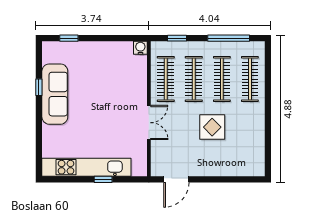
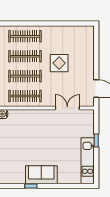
sofa: (55, 94) -> (41, 175), width x0.73
double door: (149, 123) -> (67, 108), moved
kitchen unit: (86, 167) -> (88, 161), width x0.73

